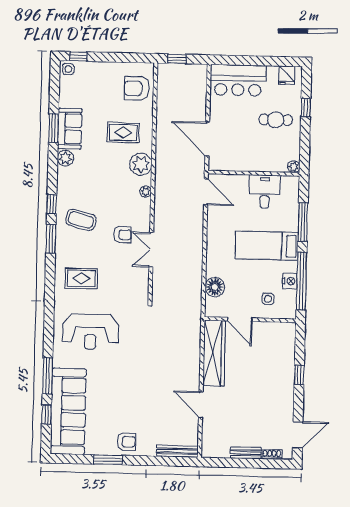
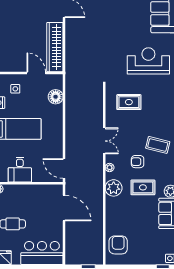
armchair: (137, 88) -> (118, 245), turned -90
rug: (123, 133) -> (143, 187), moved
armchair: (123, 235) -> (138, 162), moved
double door: (151, 250) -> (104, 141), moved
rug: (81, 278) -> (129, 102), moved

